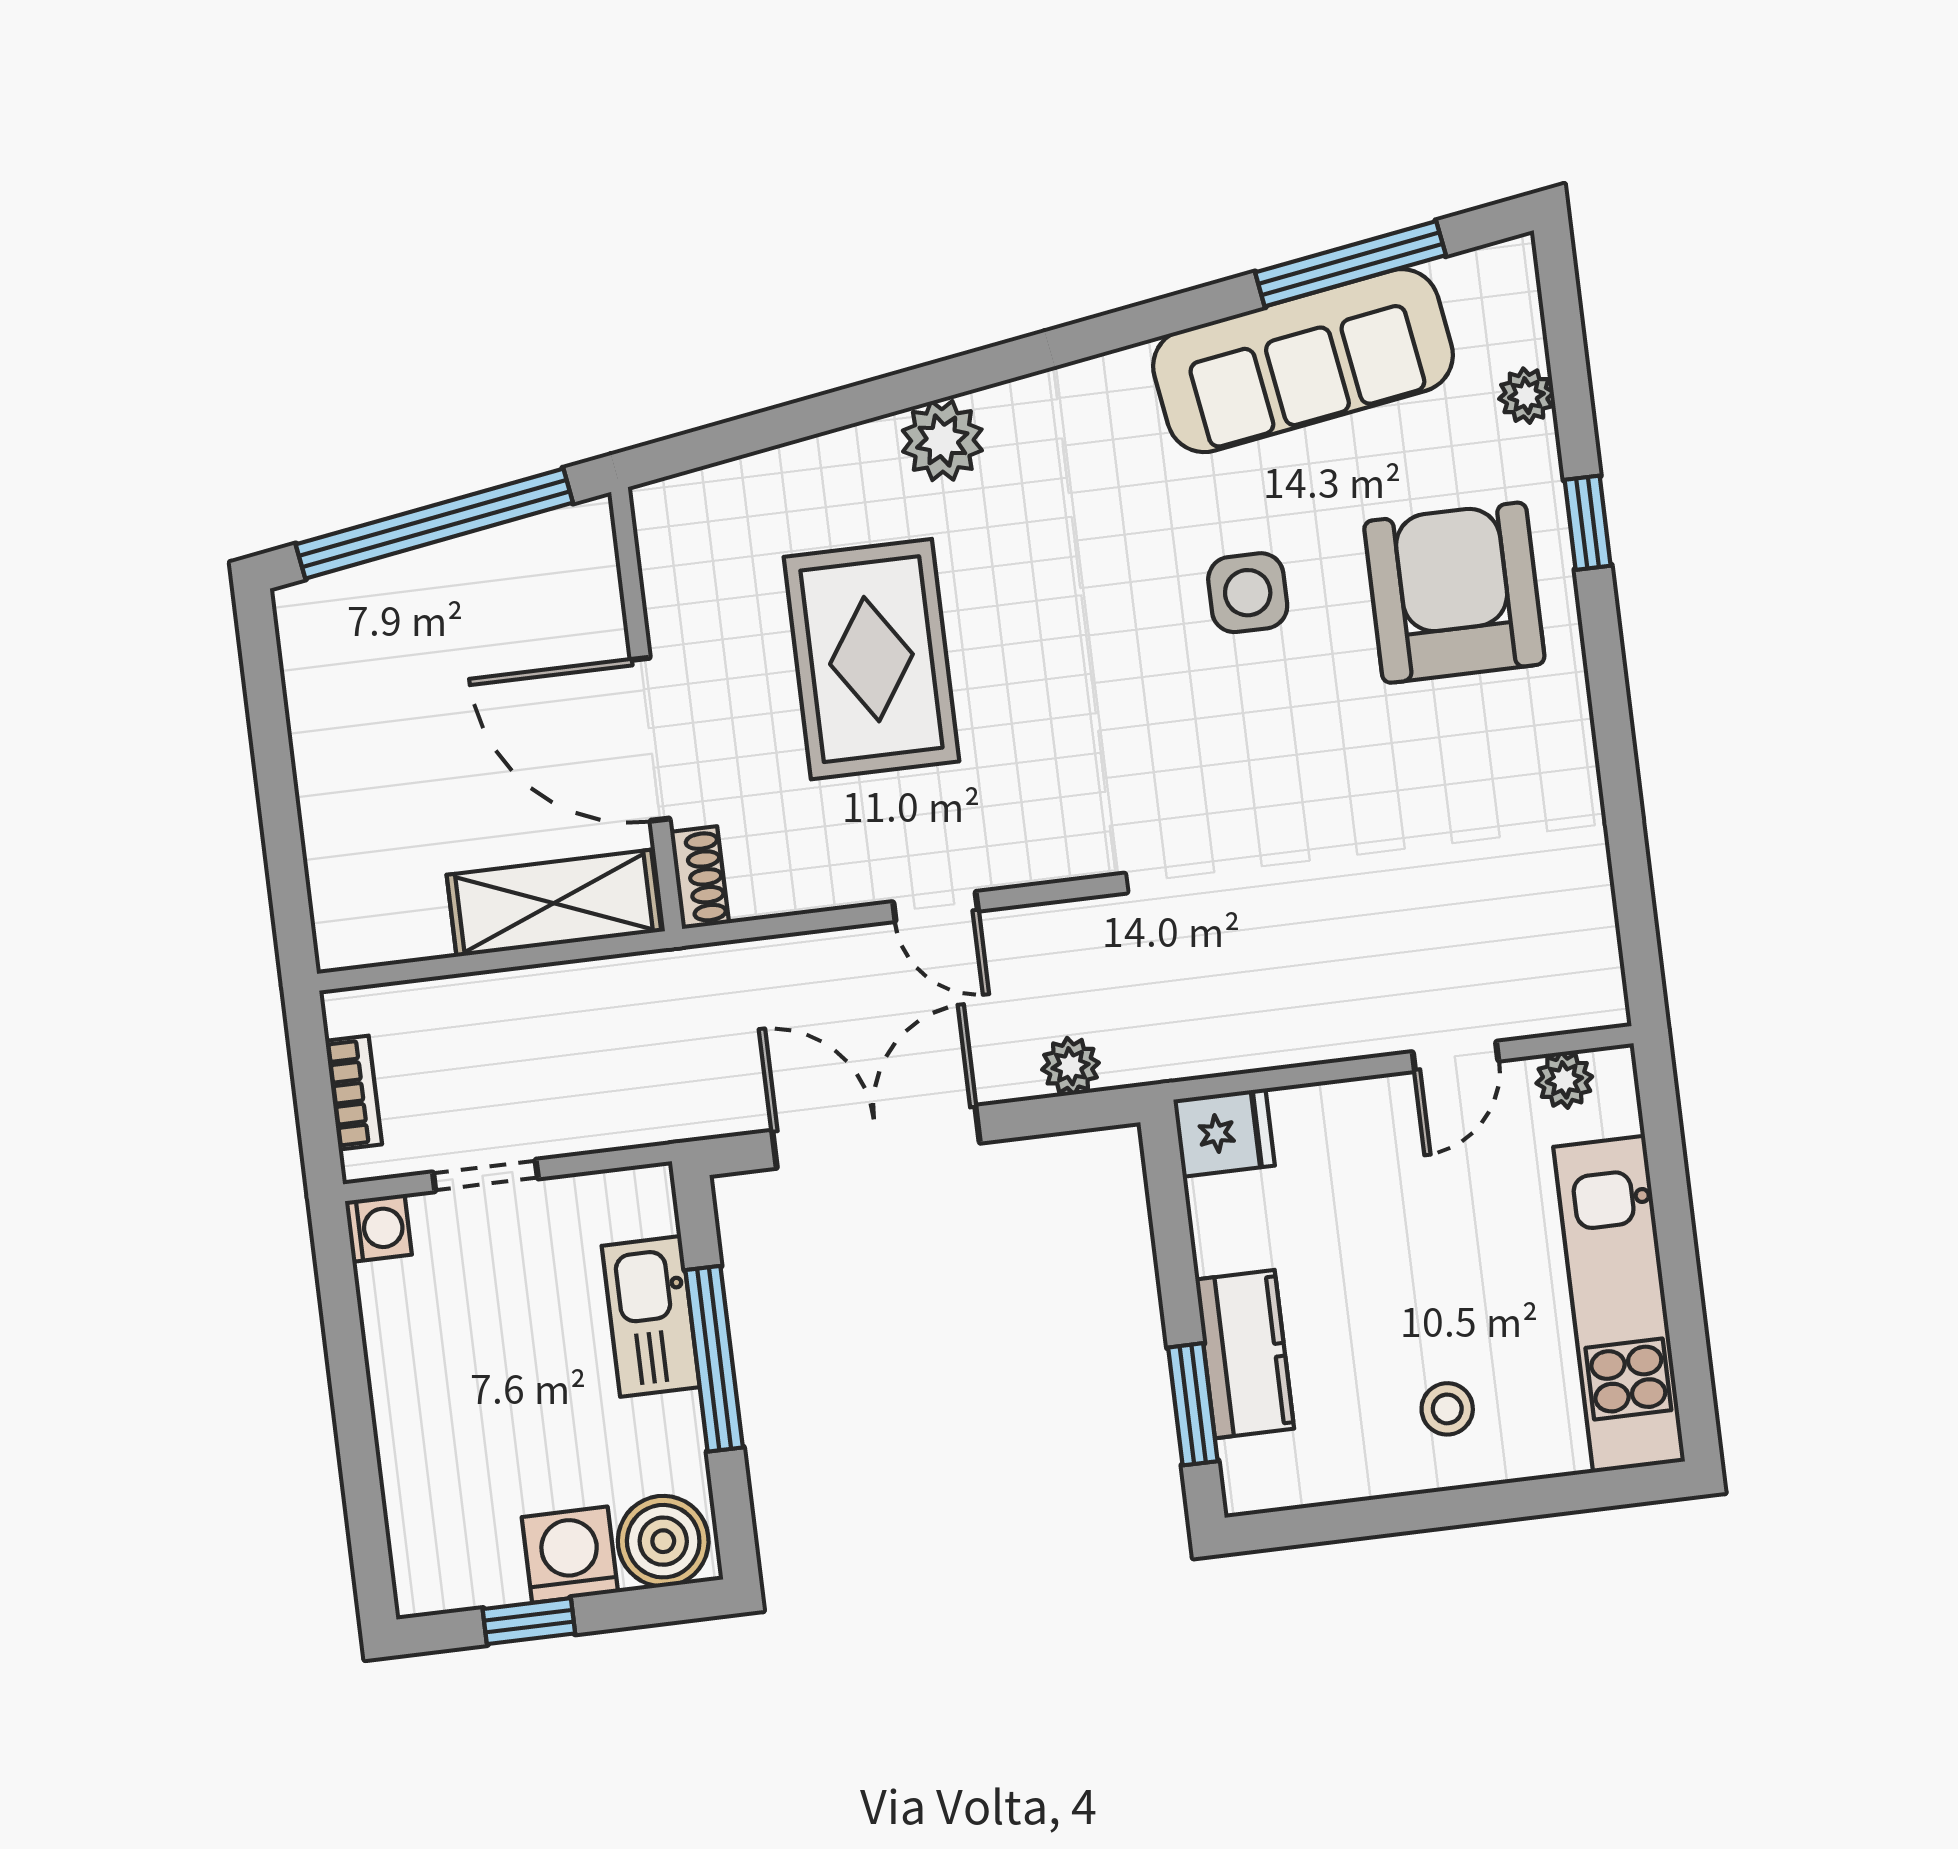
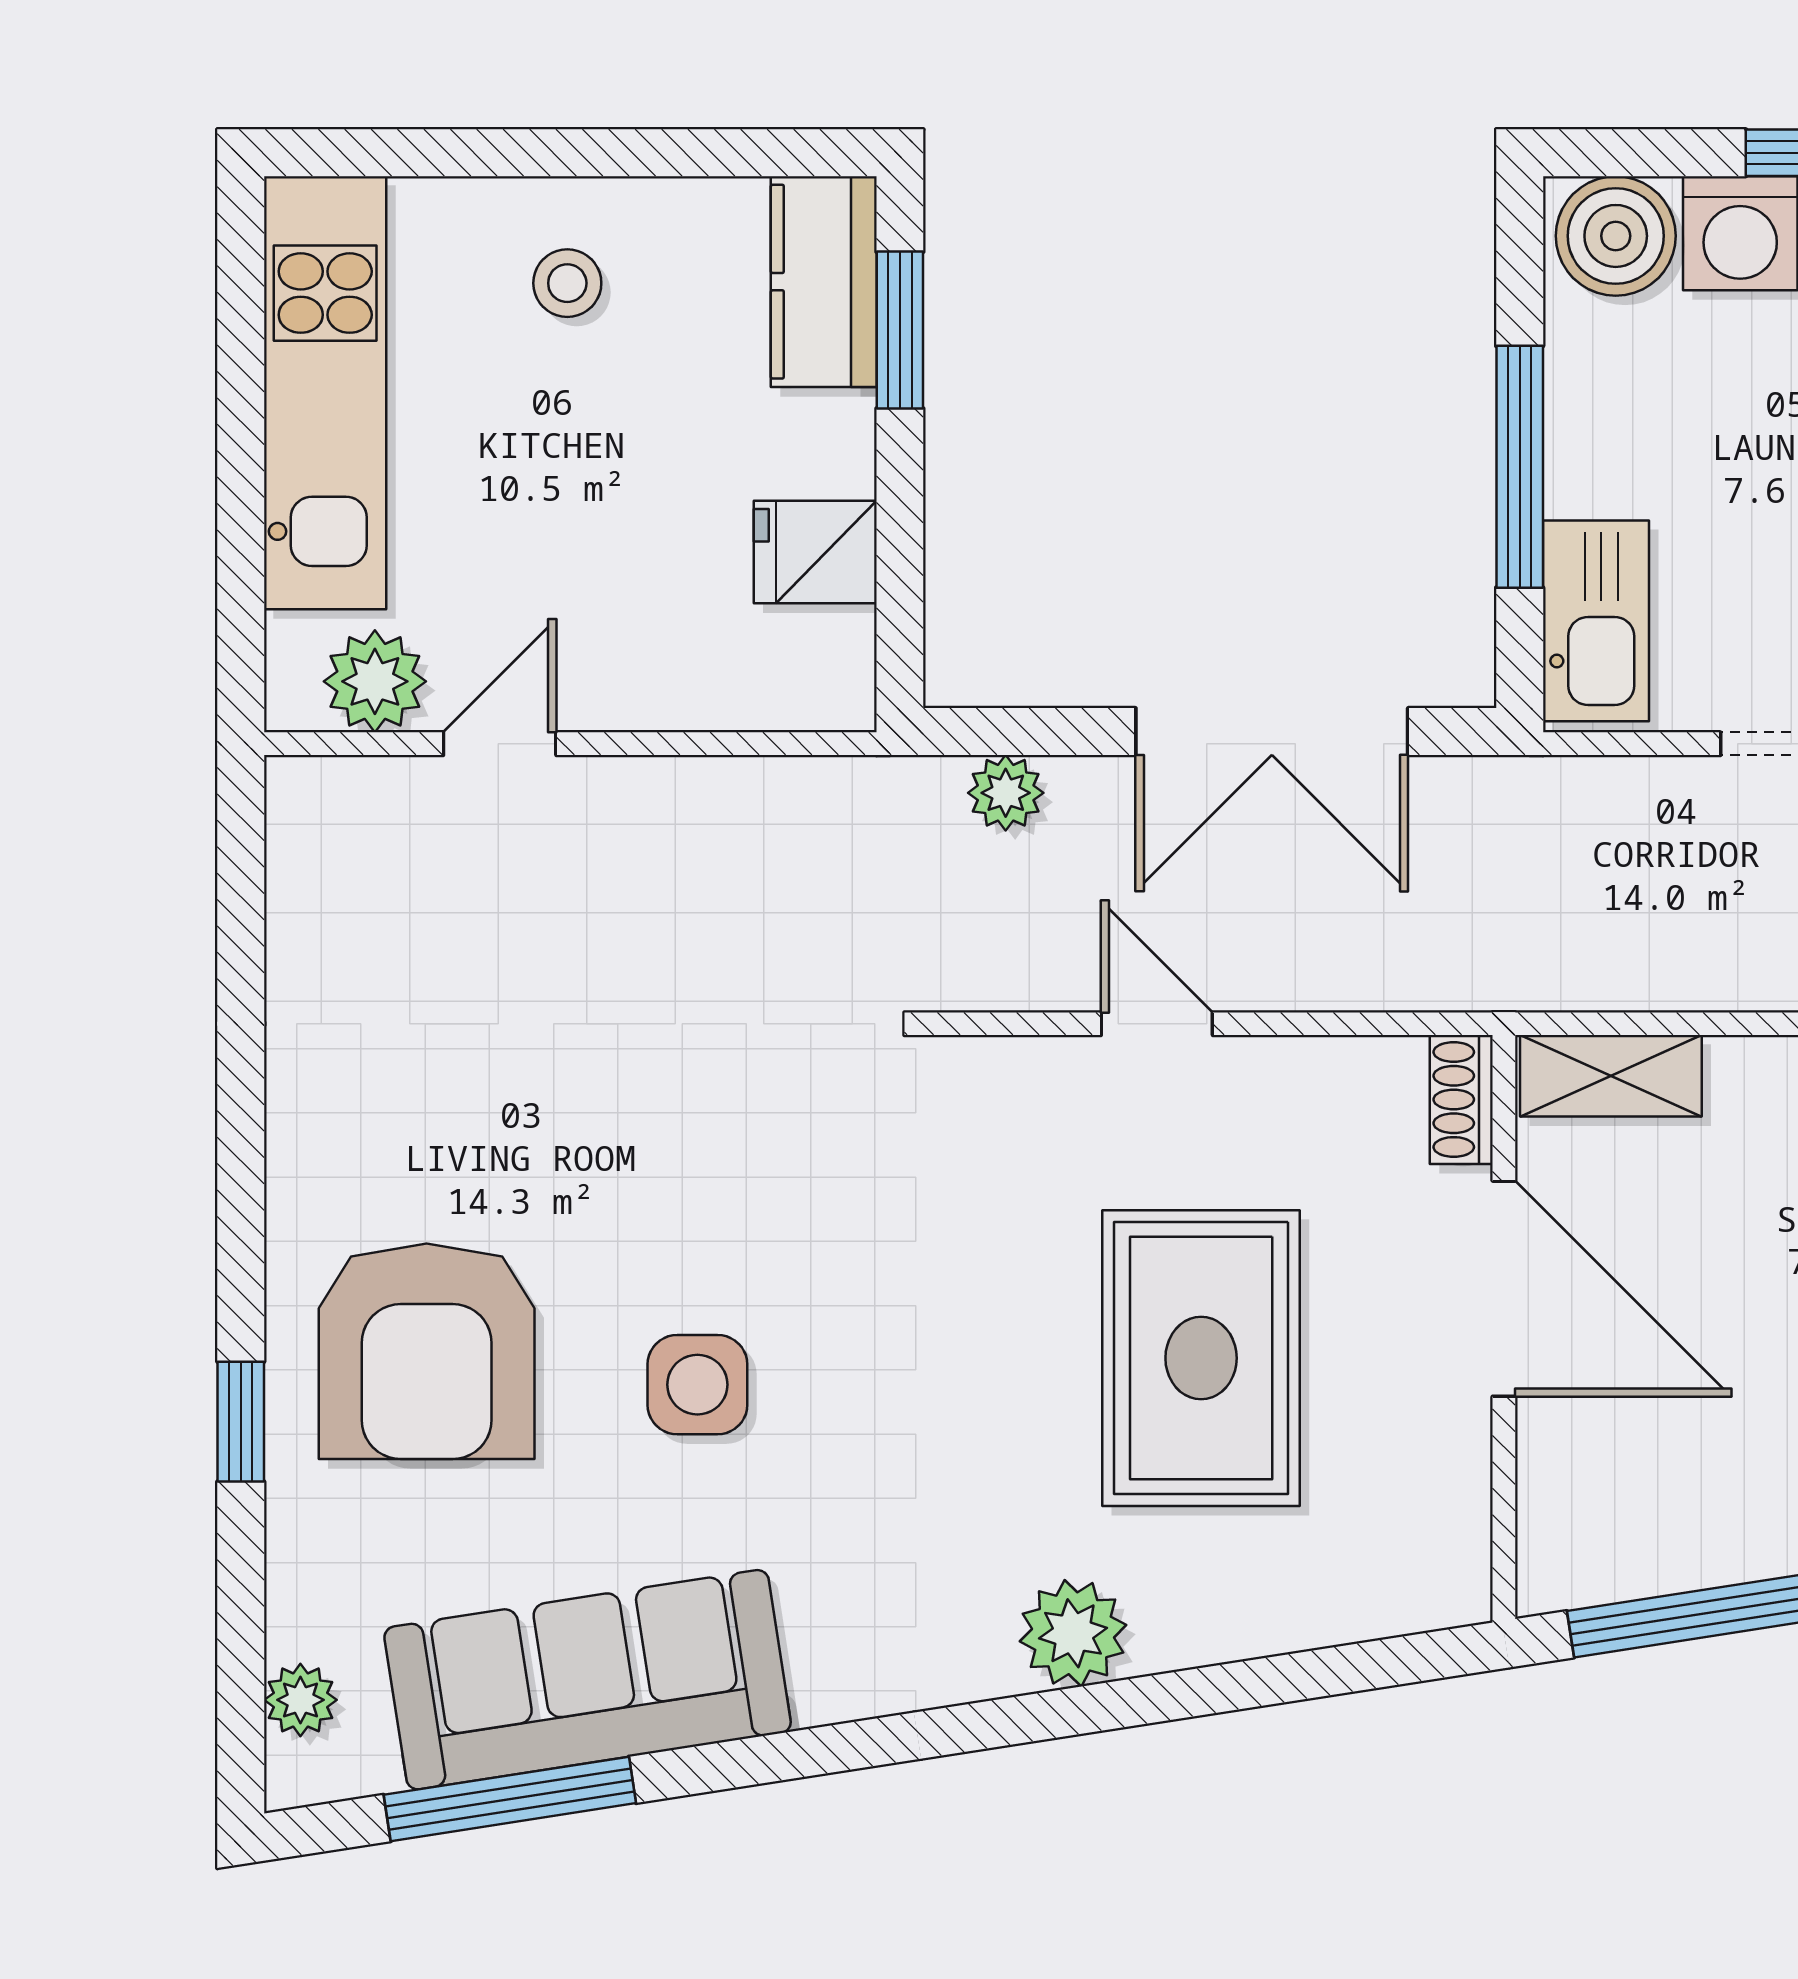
plant: (1526, 396) -> (300, 1700), moved
shelving: (554, 903) -> (1611, 1076), width x0.67, depth x0.75
plant: (1564, 1080) -> (375, 681), width x1.38, depth x1.38
fridge: (1224, 1133) -> (815, 552), moved
kitchen sink: (651, 1316) -> (1596, 621), moved
kitchen counter: (1245, 1354) -> (824, 282), moved

